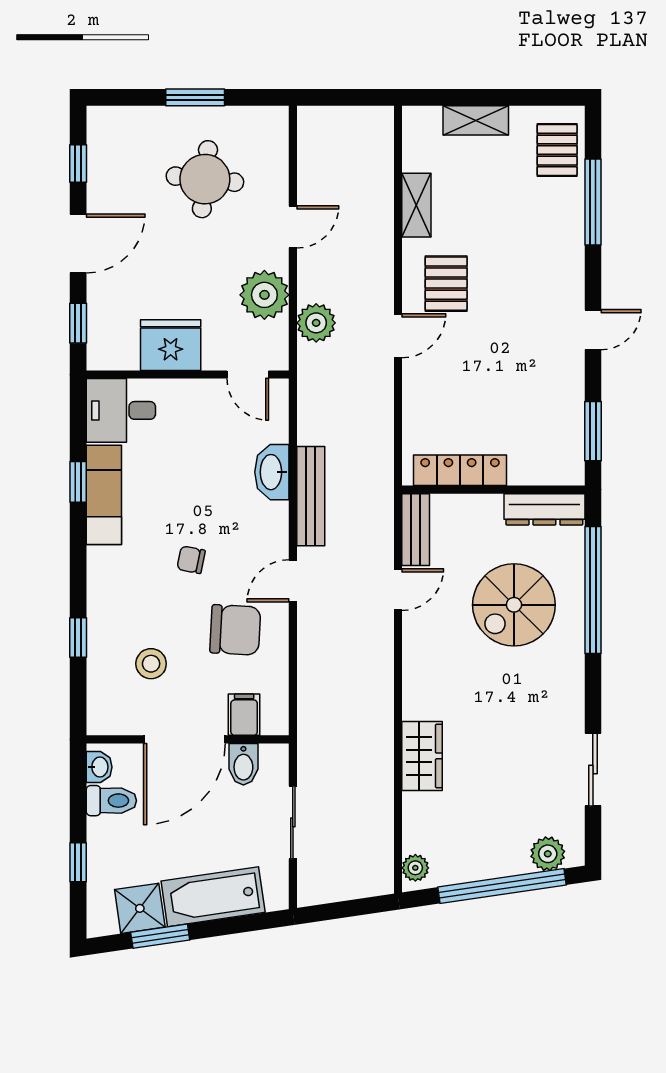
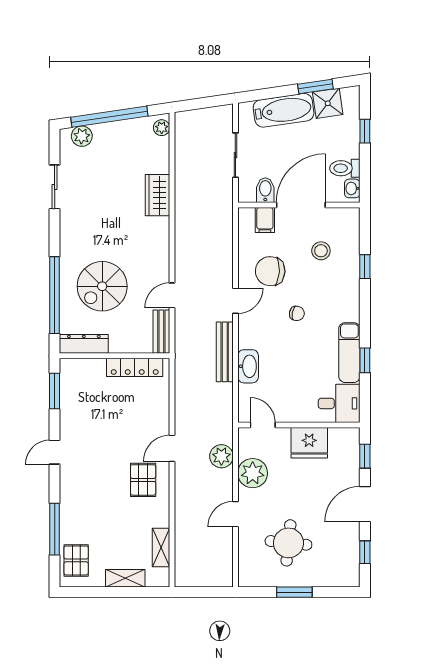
shelving: (416, 205) -> (161, 547), moved
spiral stairs: (514, 605) -> (102, 286), turned 180

